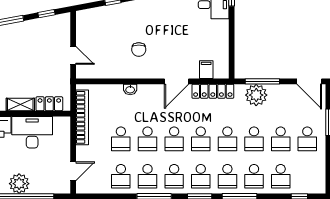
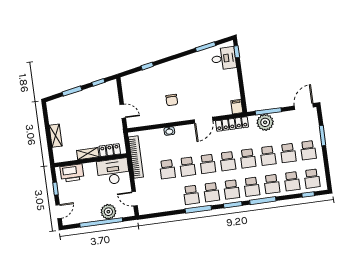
filing cabinet: (206, 70) -> (237, 107), moved
door: (309, 81) -> (304, 107), swing flipped
desk: (32, 132) -> (113, 172), moved
door: (73, 171) -> (135, 199), swing flipped
school desk: (121, 176) -> (312, 179), moved
plant: (19, 184) -> (108, 212), moved

